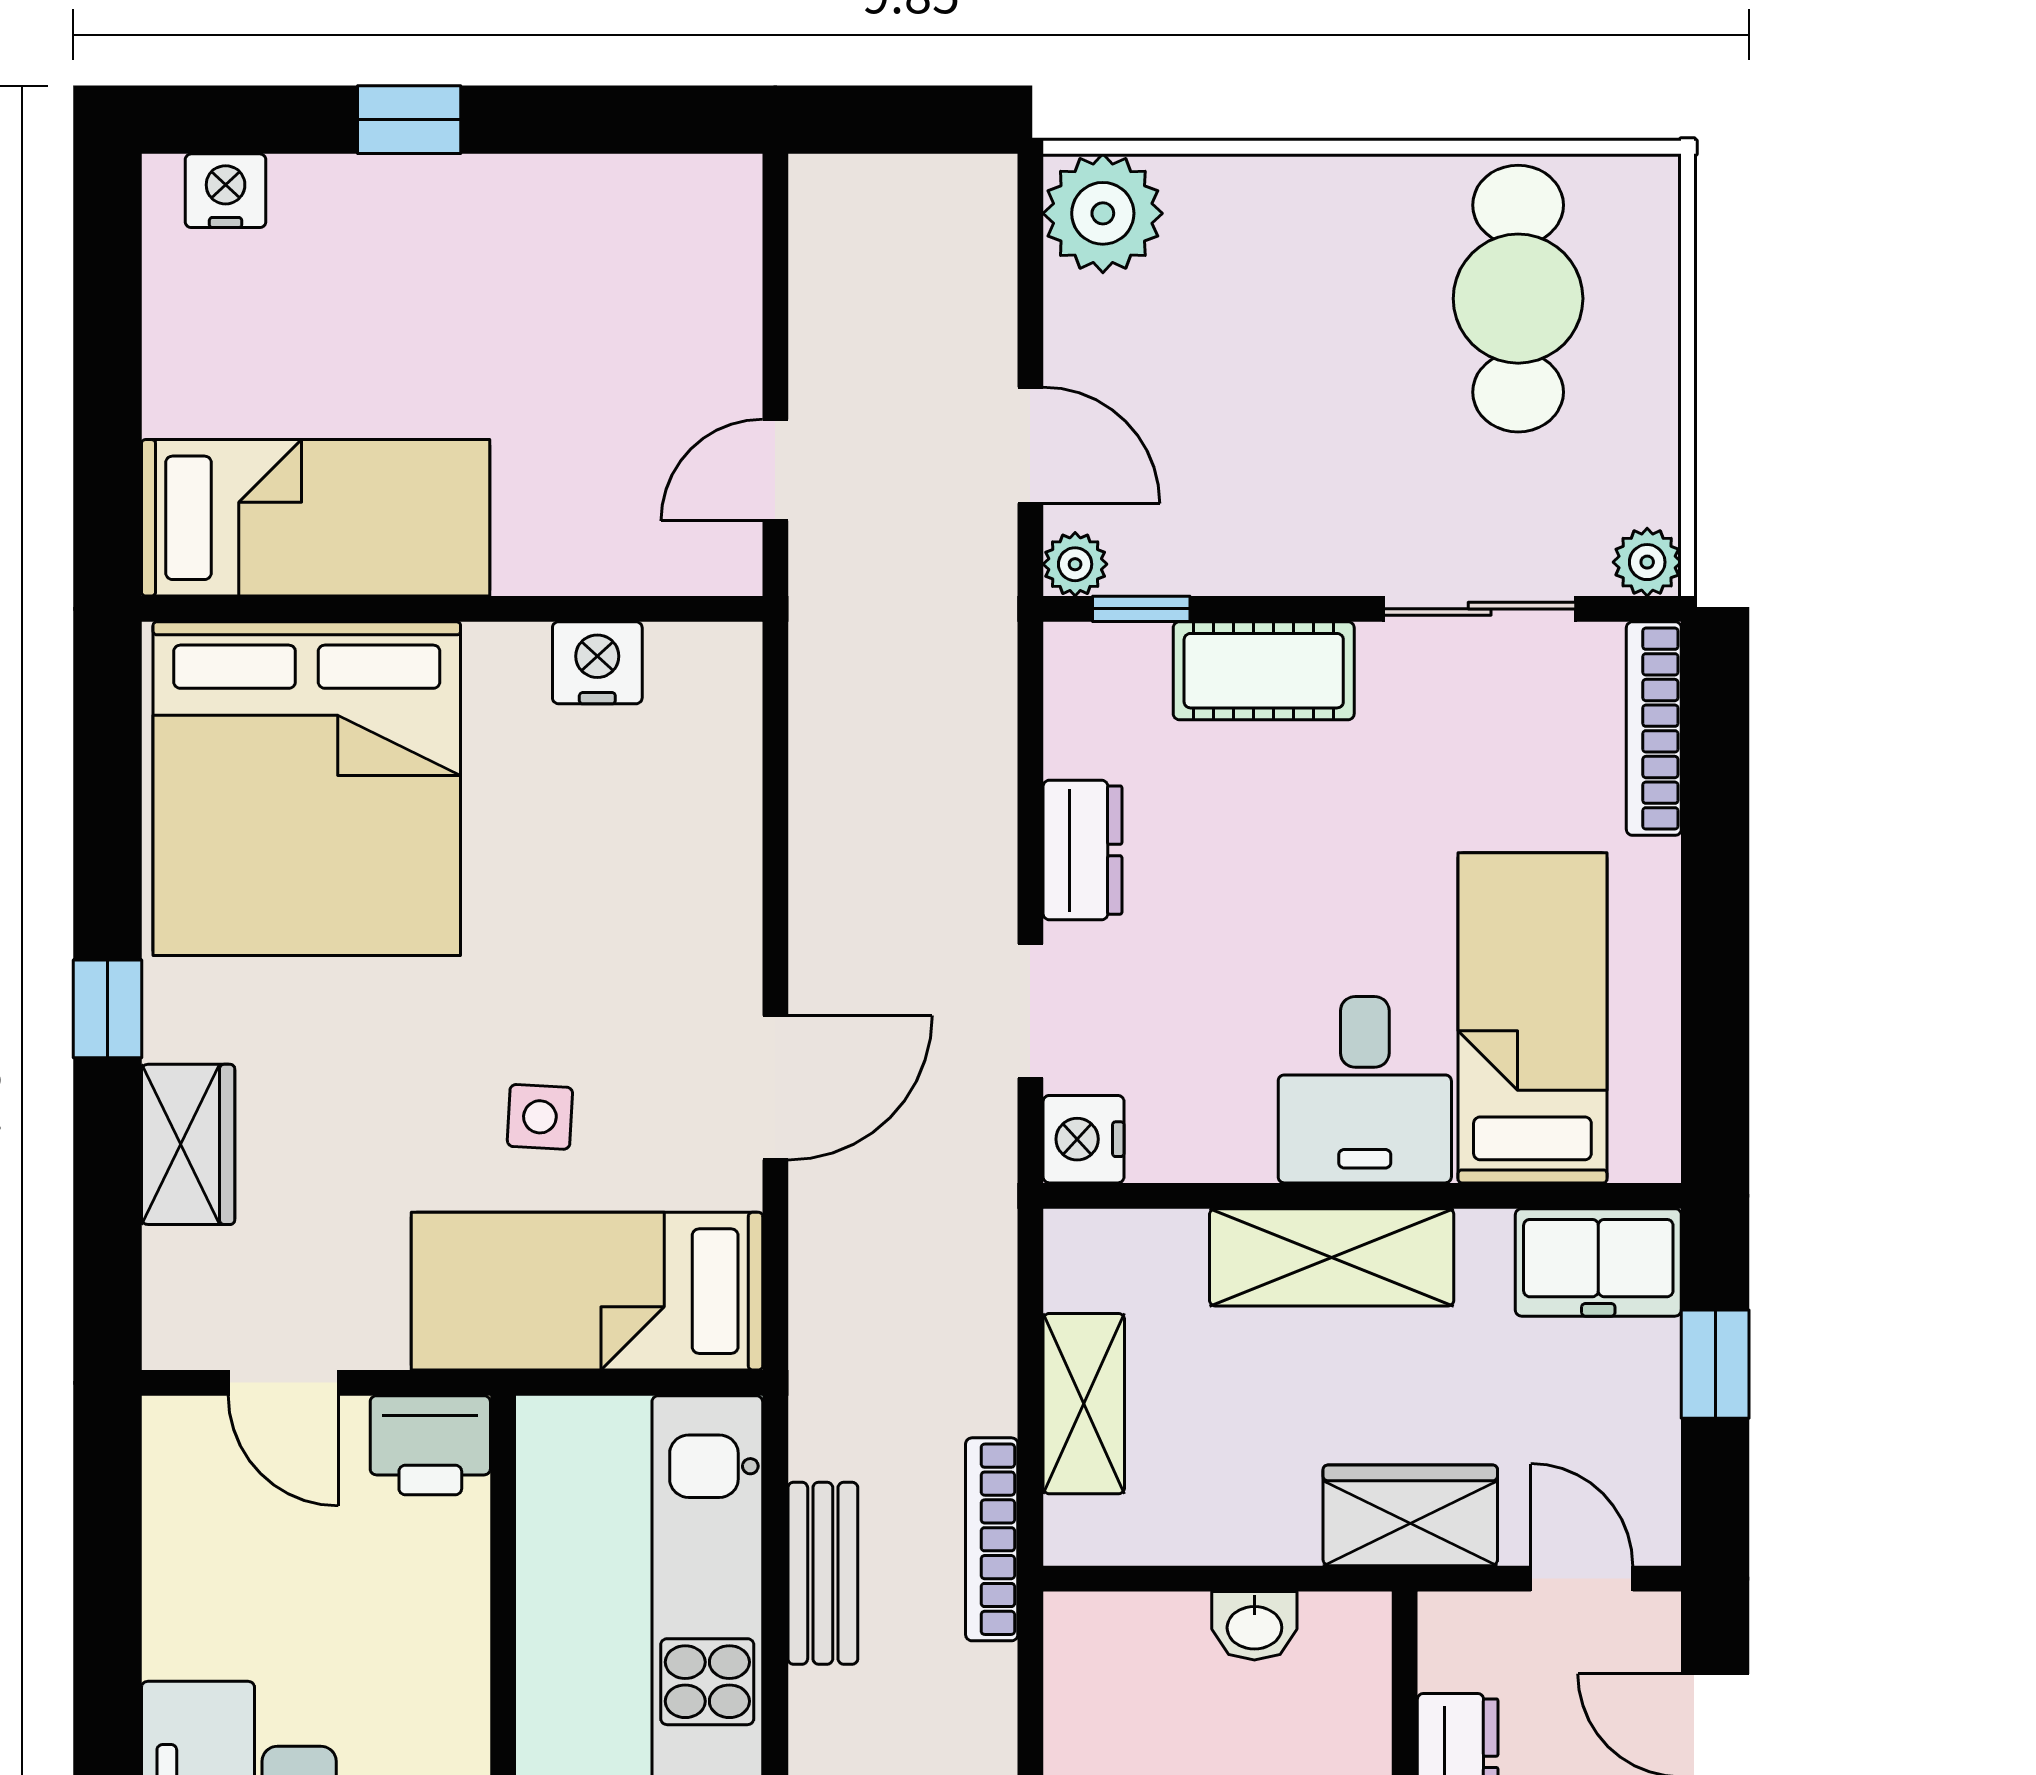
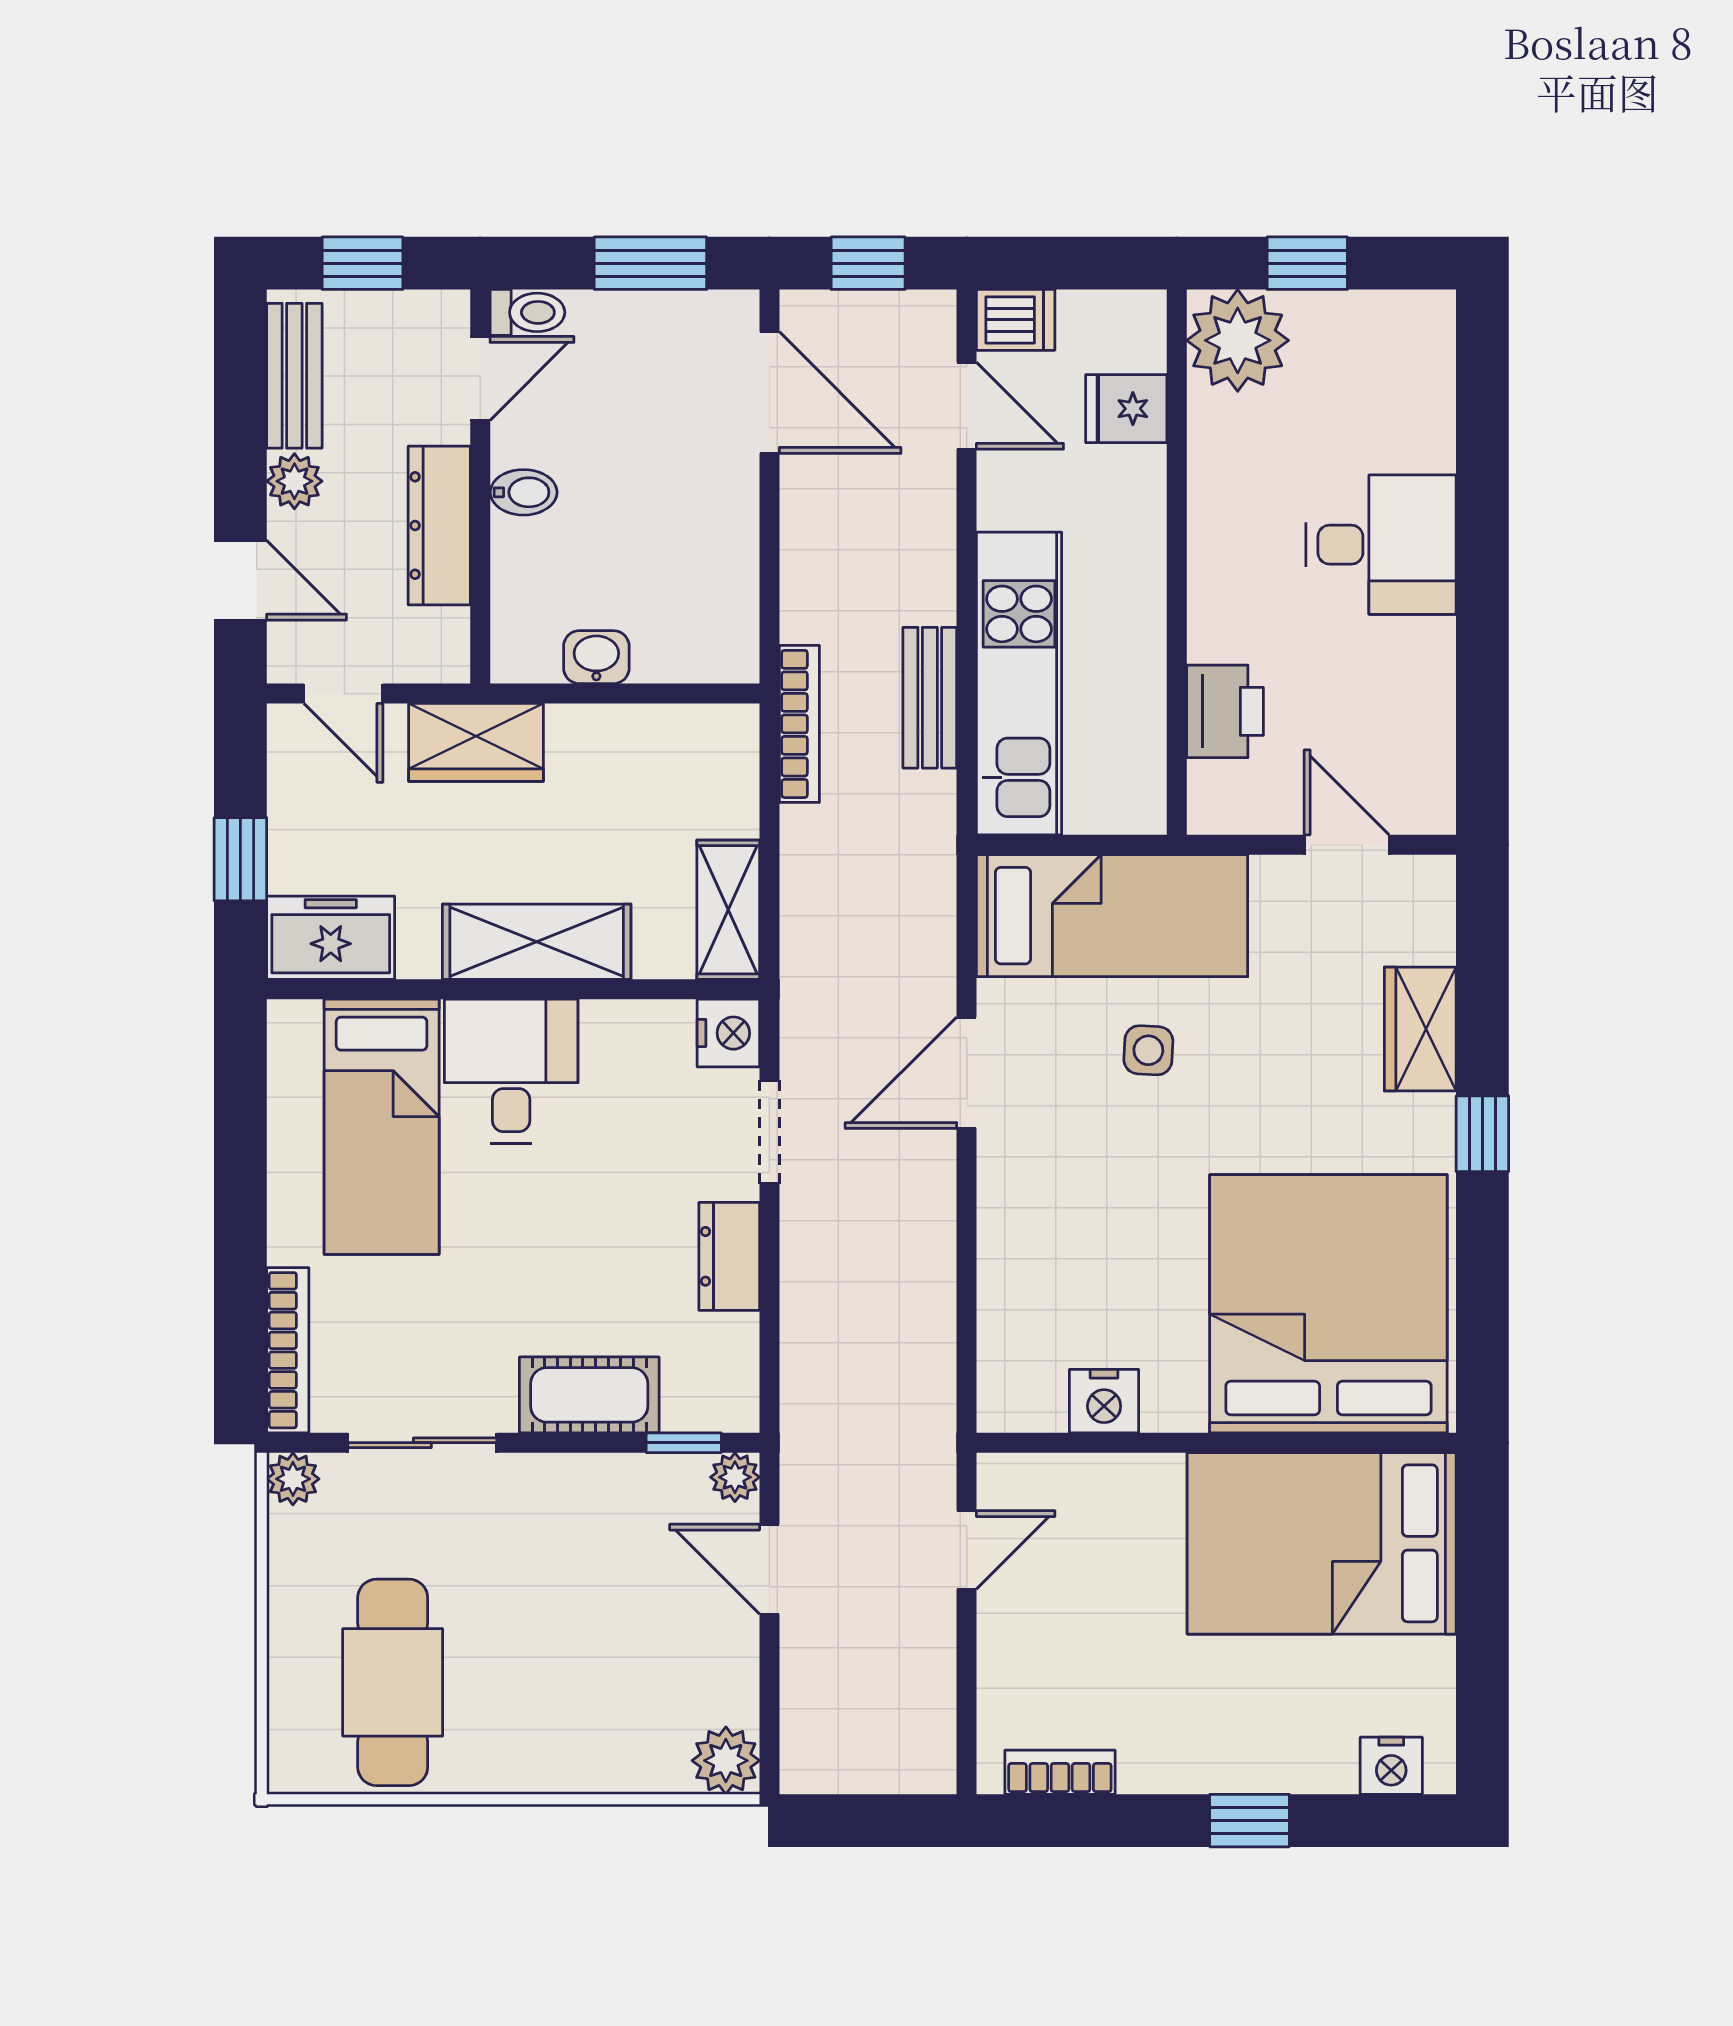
bookcase: (654, 182) -> (1060, 1772), added
plant: (1103, 213) -> (726, 1761), width x0.73, depth x0.73
bed: (316, 518) -> (1322, 1543), width x1.50
shelving: (1084, 1404) -> (728, 910), moved
printer: (430, 1445) -> (1225, 711), moved, turned 90

